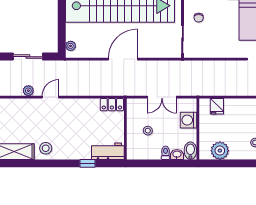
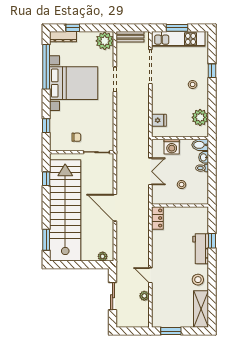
workbench: (108, 151) -> (201, 249), moved

